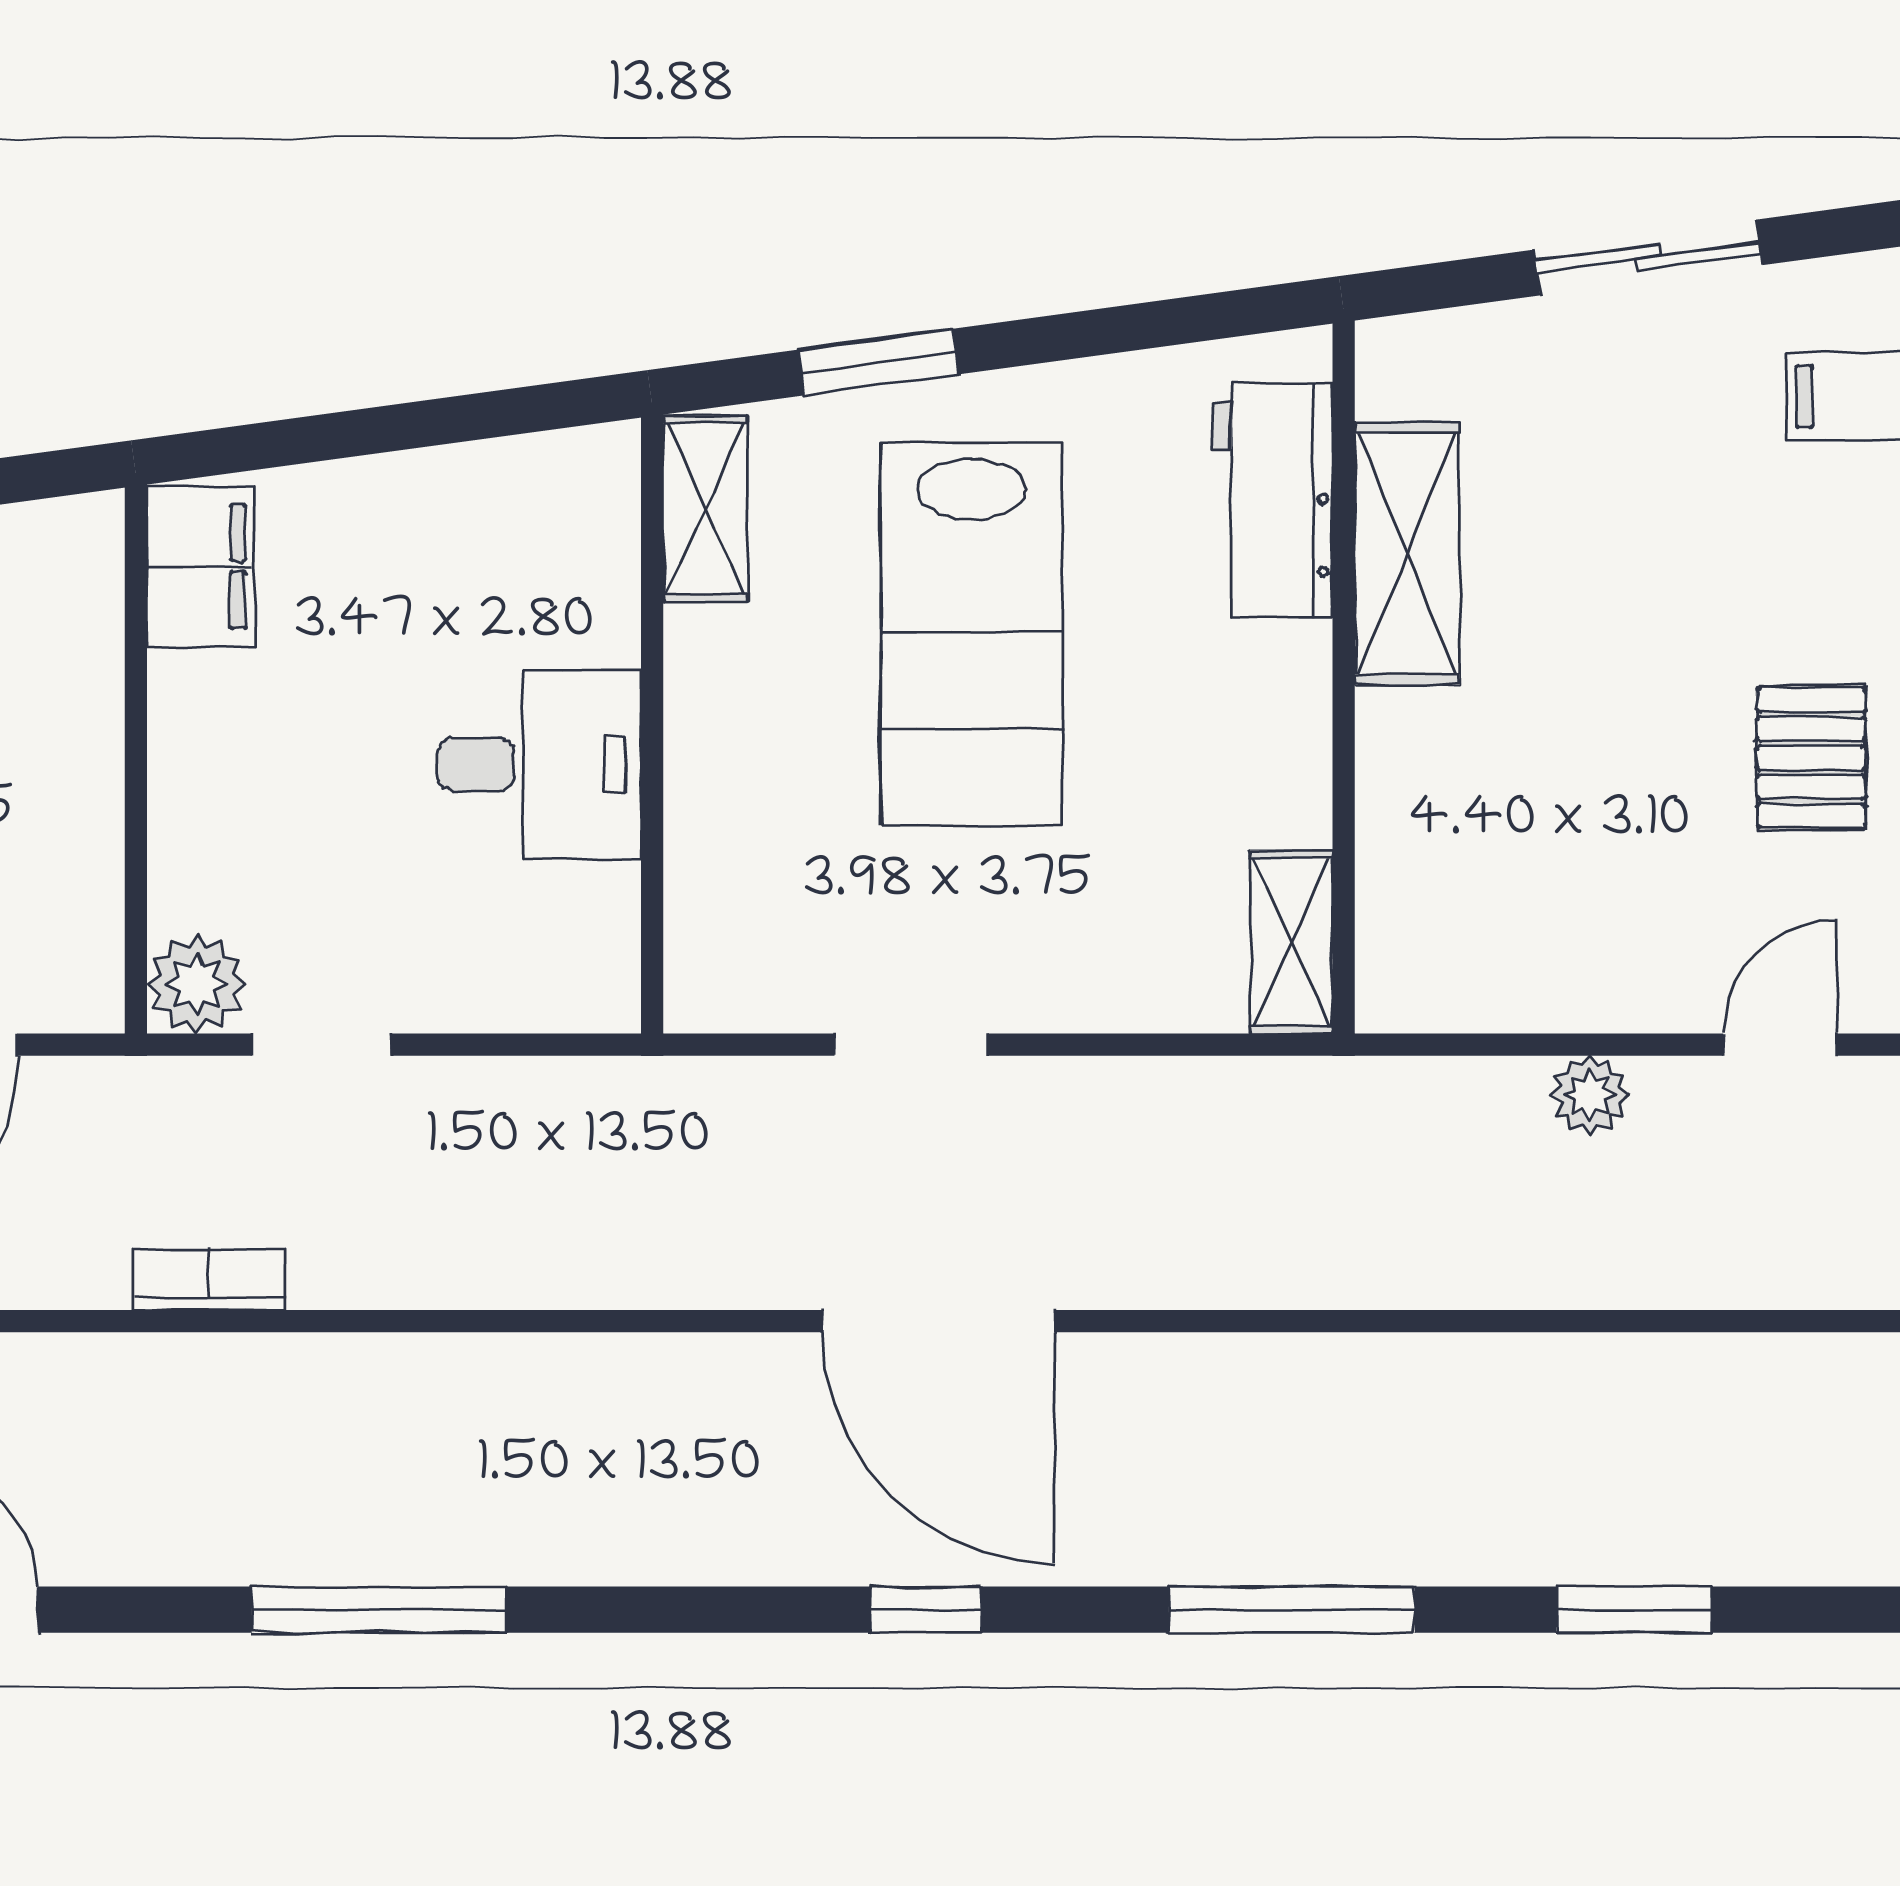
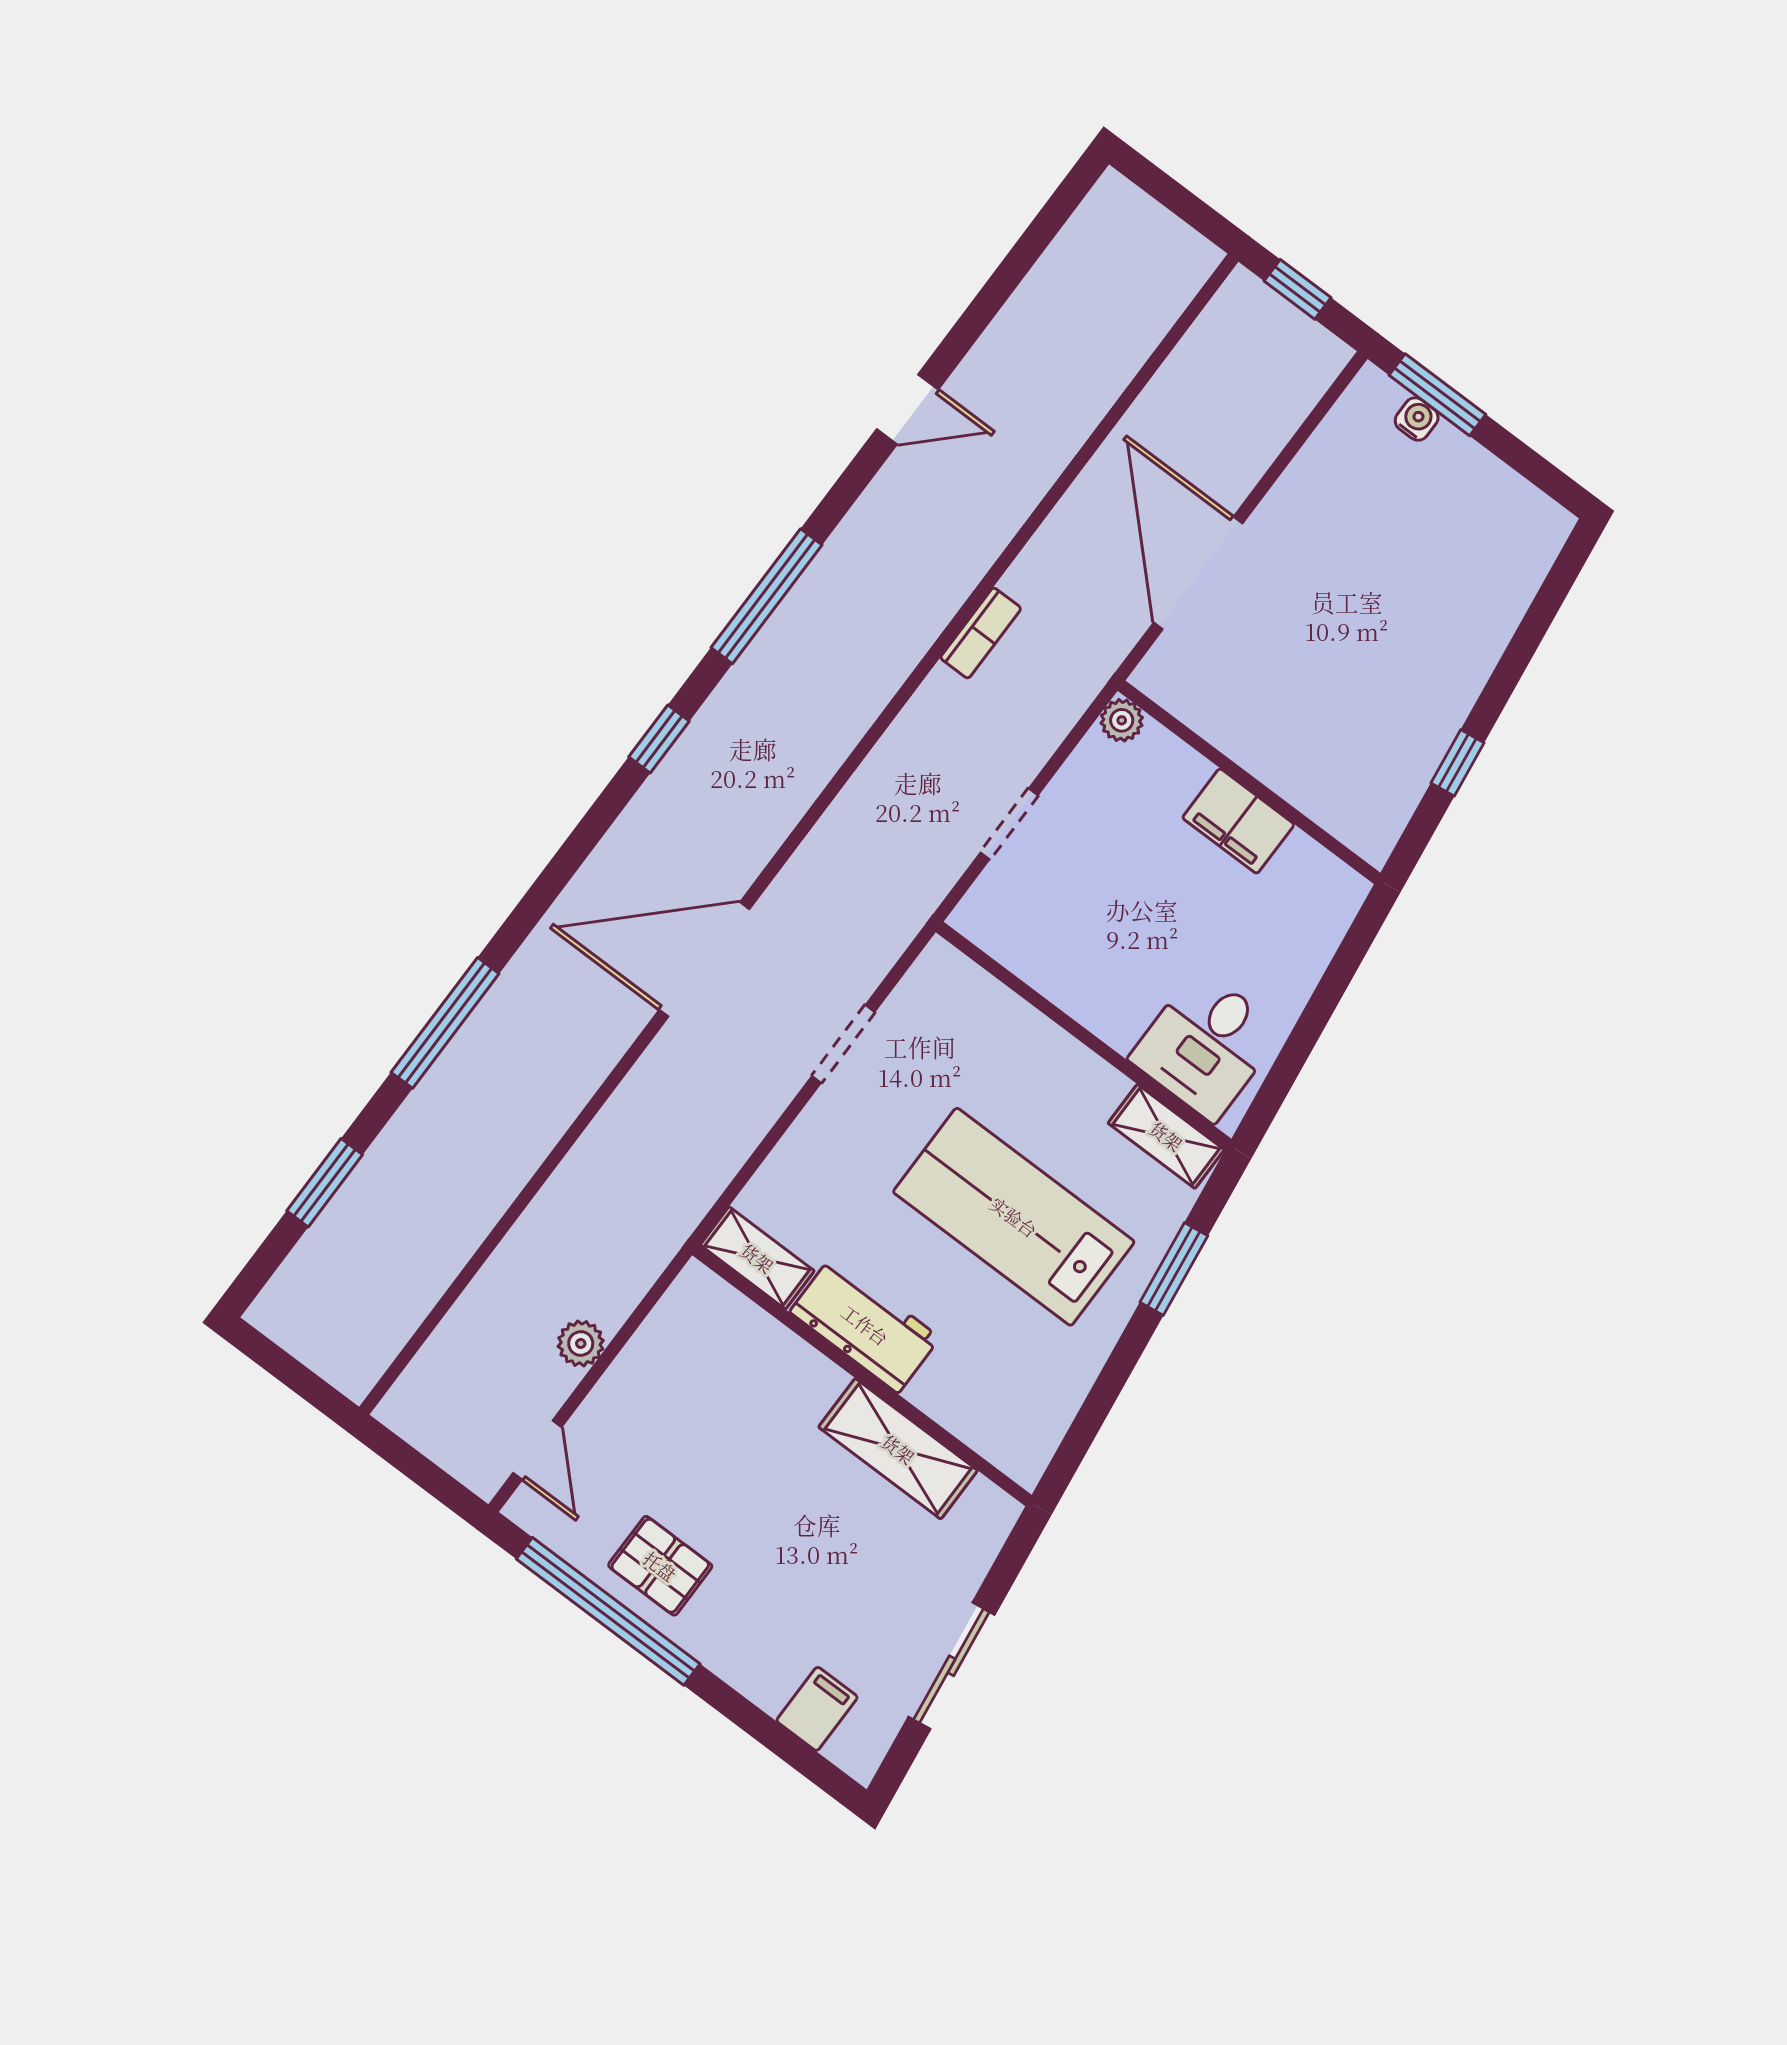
workbench: (1272, 500) -> (865, 1325), moved
filing cabinet: (201, 566) -> (1238, 821), moved
desk: (539, 764) -> (1206, 1045), moved
plant: (197, 984) -> (1122, 720), width x0.73, depth x0.73
doorway: (321, 1045) -> (1009, 824), moved
window: (926, 1610) -> (659, 739), moved

